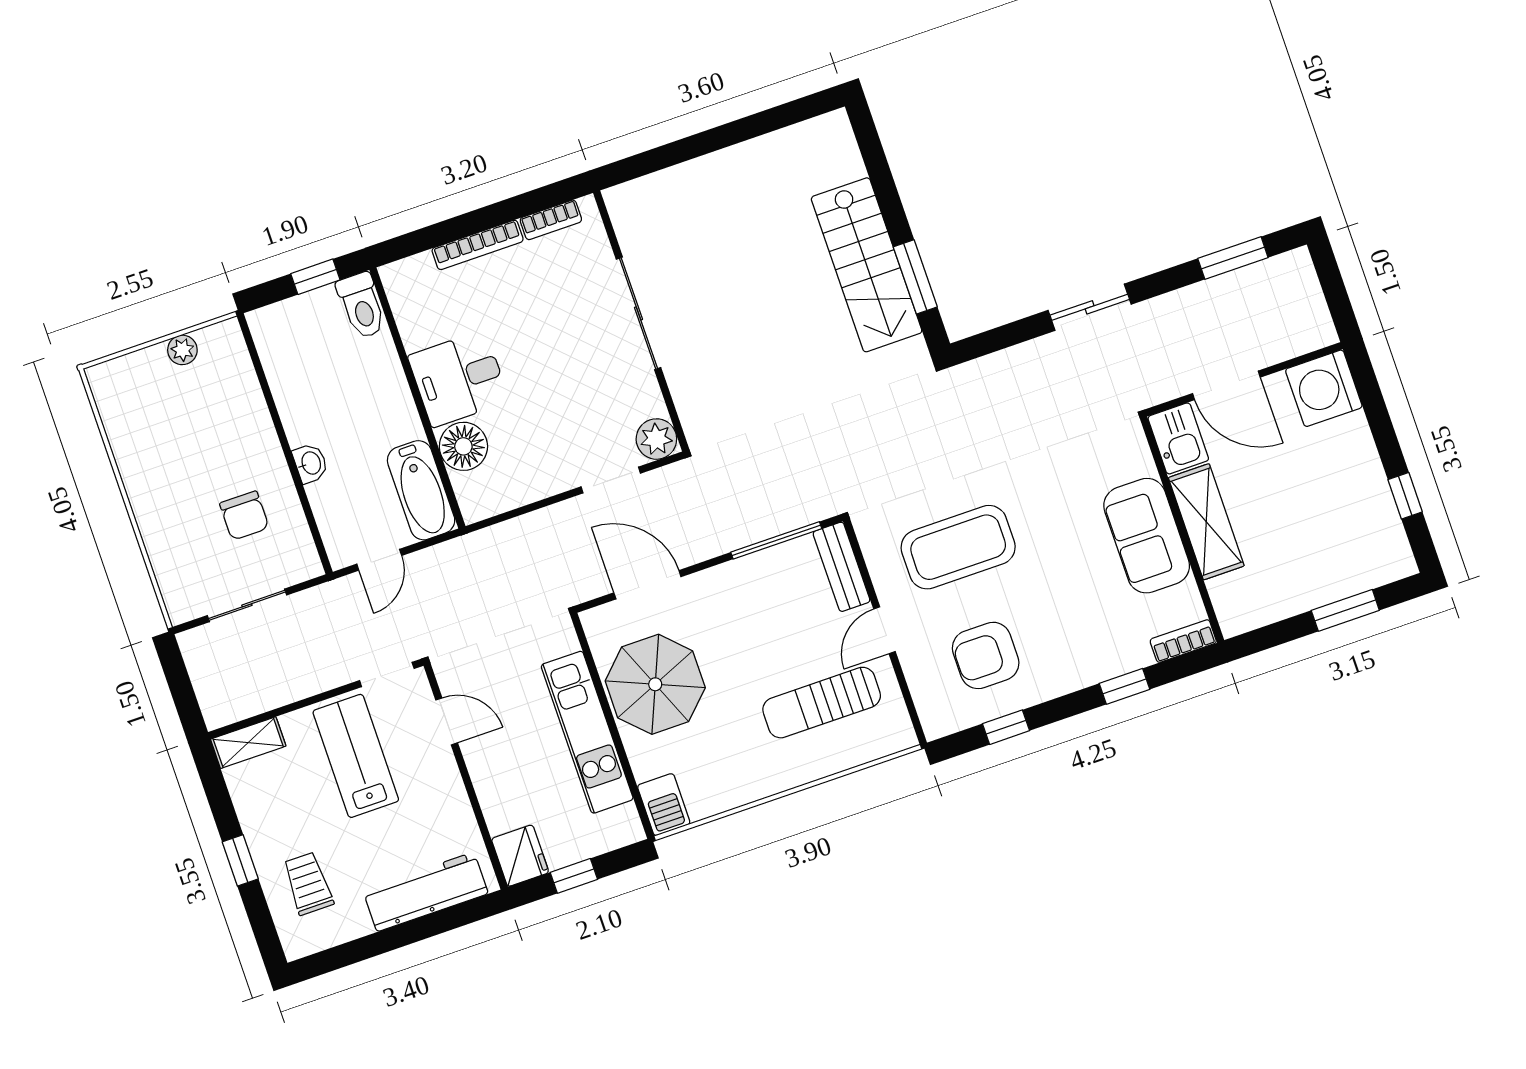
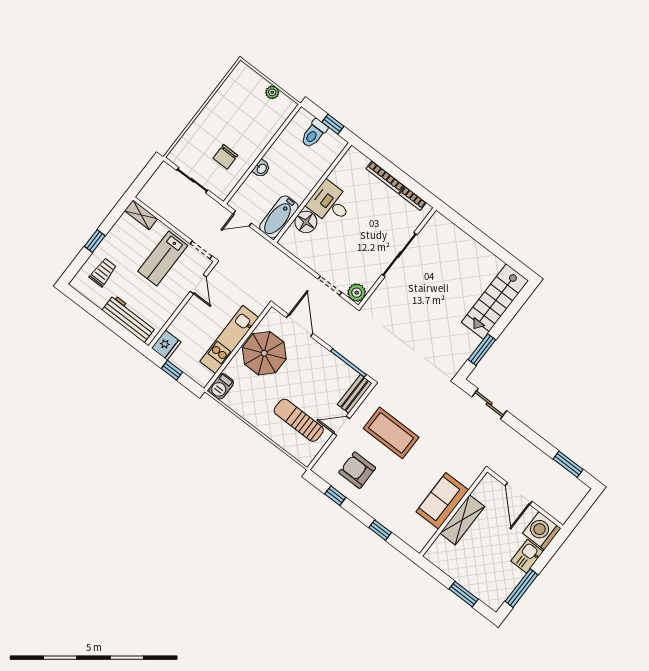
stairs: (867, 265) -> (495, 302), moved
toilet: (362, 306) -> (314, 134), moved
sliding door: (1090, 307) -> (489, 404), moved
kitchen sink: (1178, 438) -> (527, 556), moved, turned 180
window: (1405, 496) -> (522, 588), width x2.17
bookcase: (1183, 641) -> (412, 541), removed
lab bench: (356, 756) -> (163, 258), turned 180

